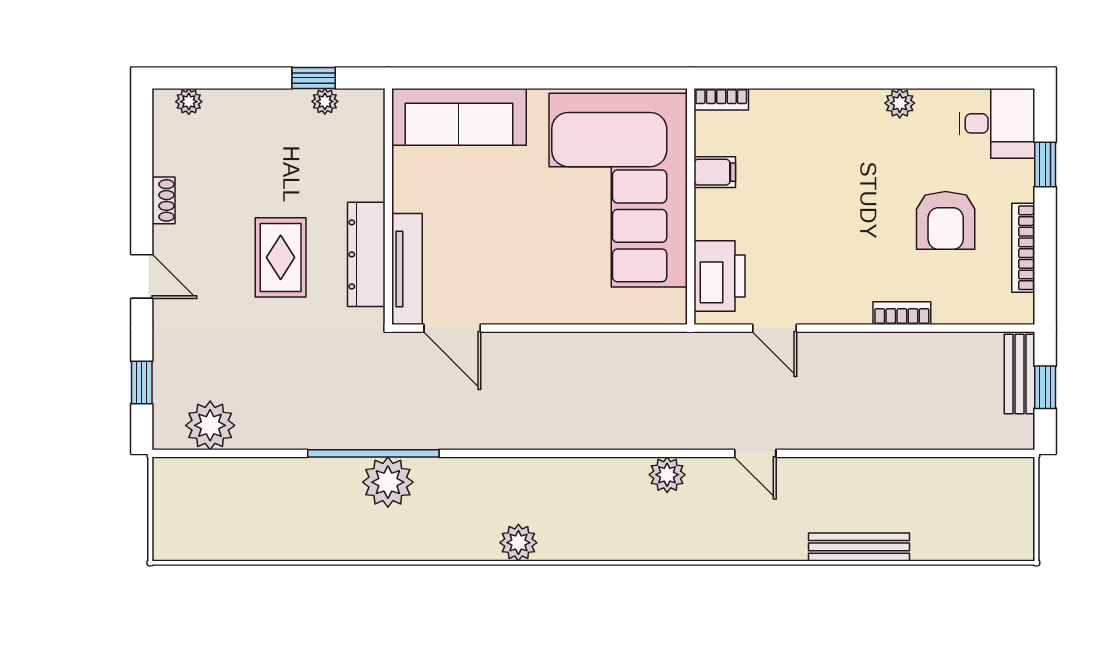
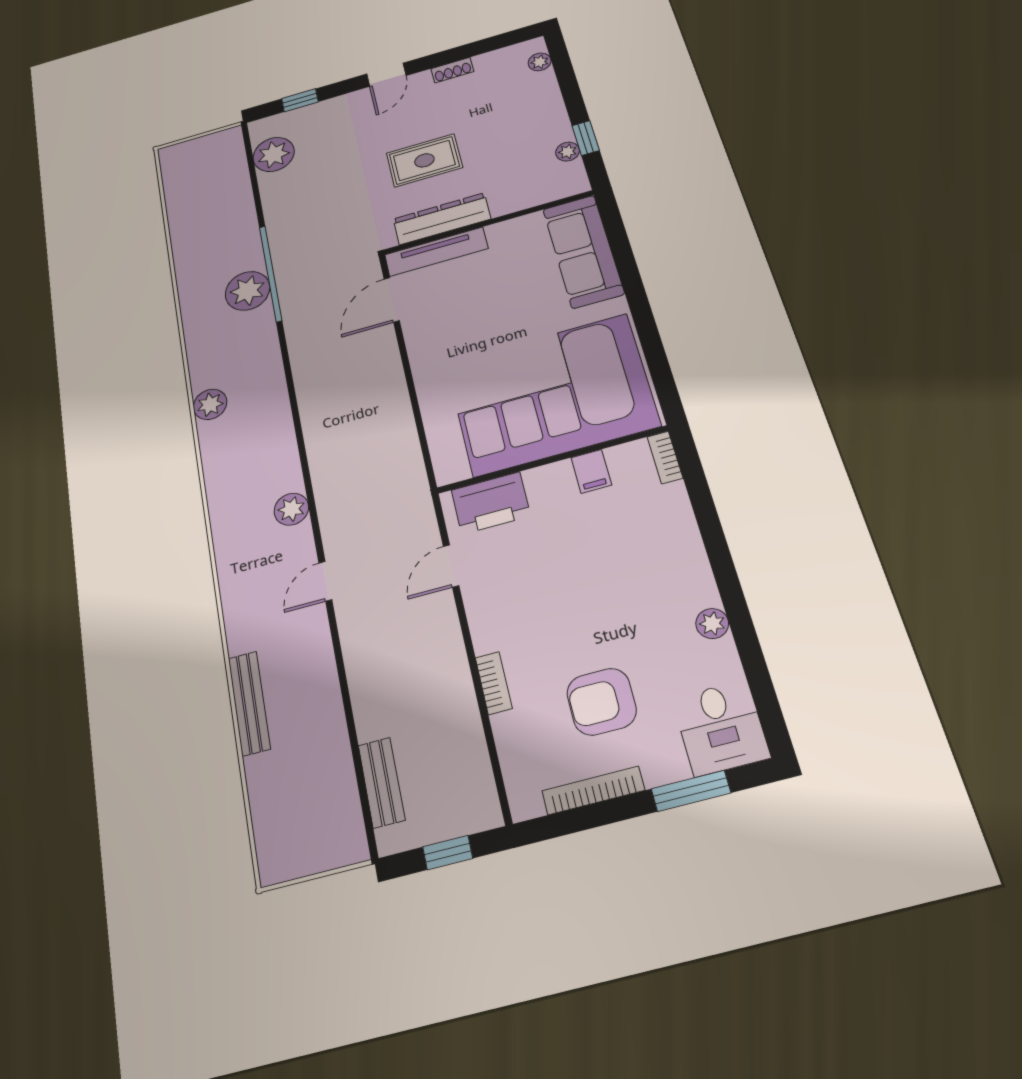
window: (1045, 164) -> (691, 791), width x1.50
bench: (1019, 374) -> (381, 782), moved, turned 90

